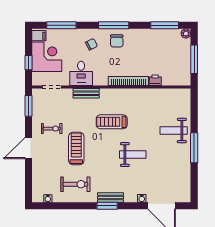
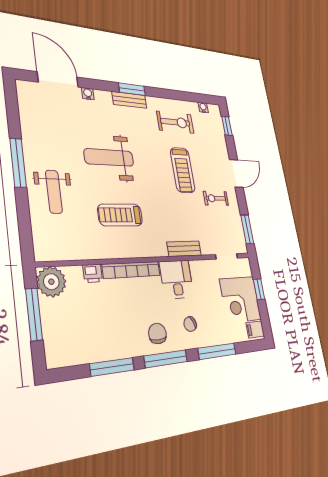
window: (61, 25) -> (217, 351), moved
window: (165, 25) -> (112, 367), moved
plant: (186, 33) -> (51, 282), moved, width x1.87, depth x1.87
desk: (81, 73) -> (177, 279), moved
treadmill: (112, 122) -> (120, 215), moved, turned 180
weight bench: (174, 131) -> (54, 192), turned 90
weight bench: (133, 155) -> (109, 157), width x1.36, depth x1.33
exercise bike: (75, 184) -> (175, 122), turned 180
window: (28, 186) -> (227, 126), added

